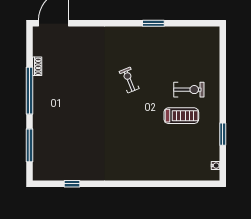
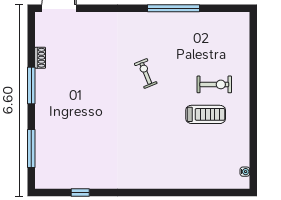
window: (153, 23) -> (174, 8), width x2.11
window: (29, 91) -> (31, 86), width x0.68
window: (223, 134) -> (253, 136), removed

